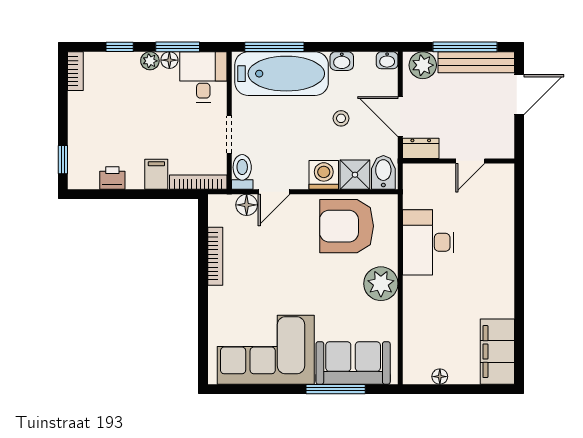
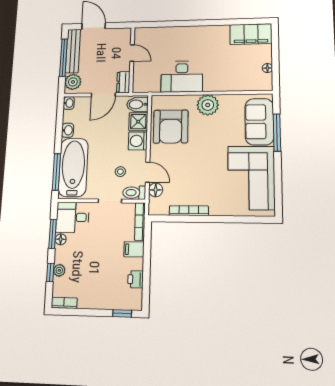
plant: (150, 61) -> (59, 270), moved
stool: (341, 118) -> (120, 172), moved

